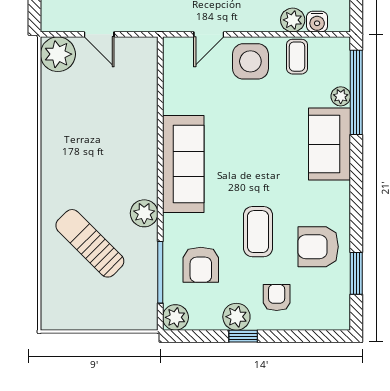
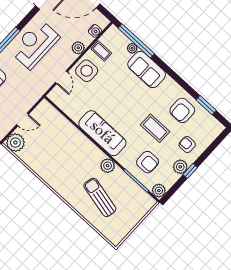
plant: (293, 20) -> (78, 48), moved
sun lounger: (90, 243) -> (100, 197), turned 58

